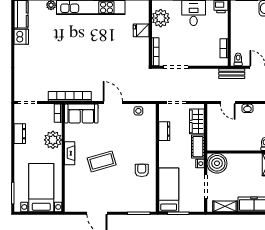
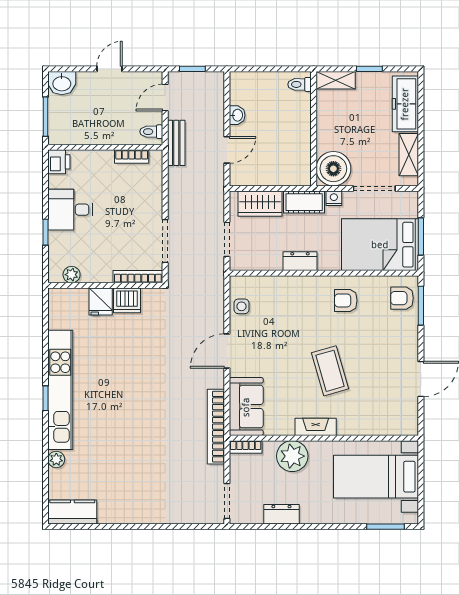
plant: (161, 18) -> (72, 275), width x0.53, depth x0.53
dishwasher: (21, 37) -> (127, 300), moved, turned 180
dresser: (164, 131) -> (300, 261), moved
bed: (169, 190) -> (380, 245), width x1.50
armchair: (143, 202) -> (402, 298), added

